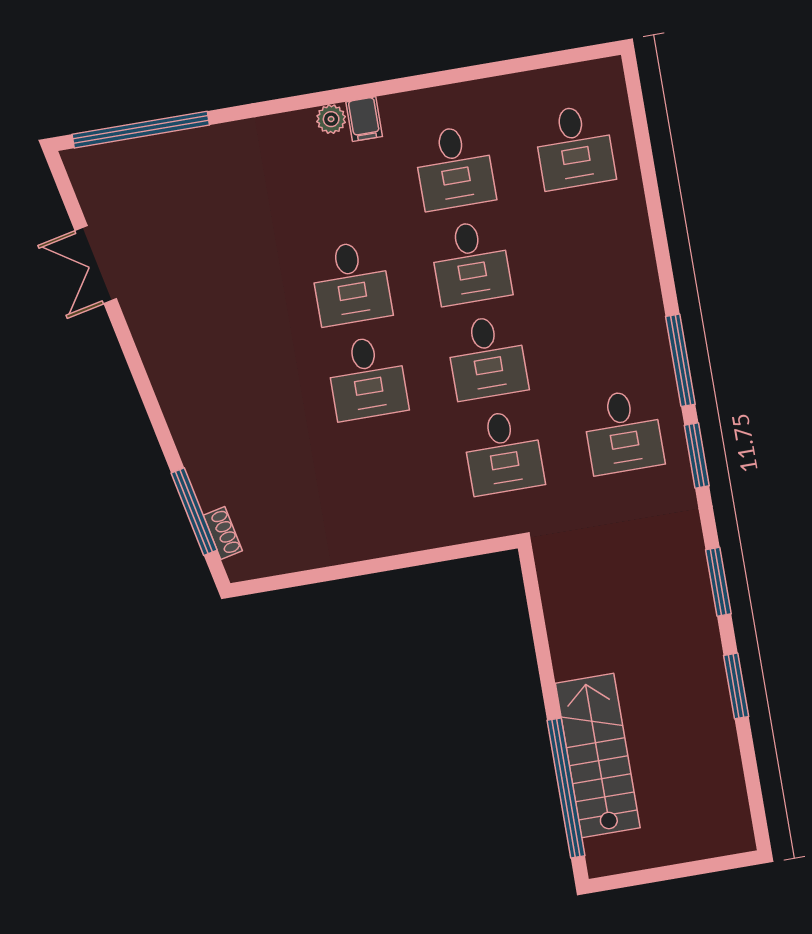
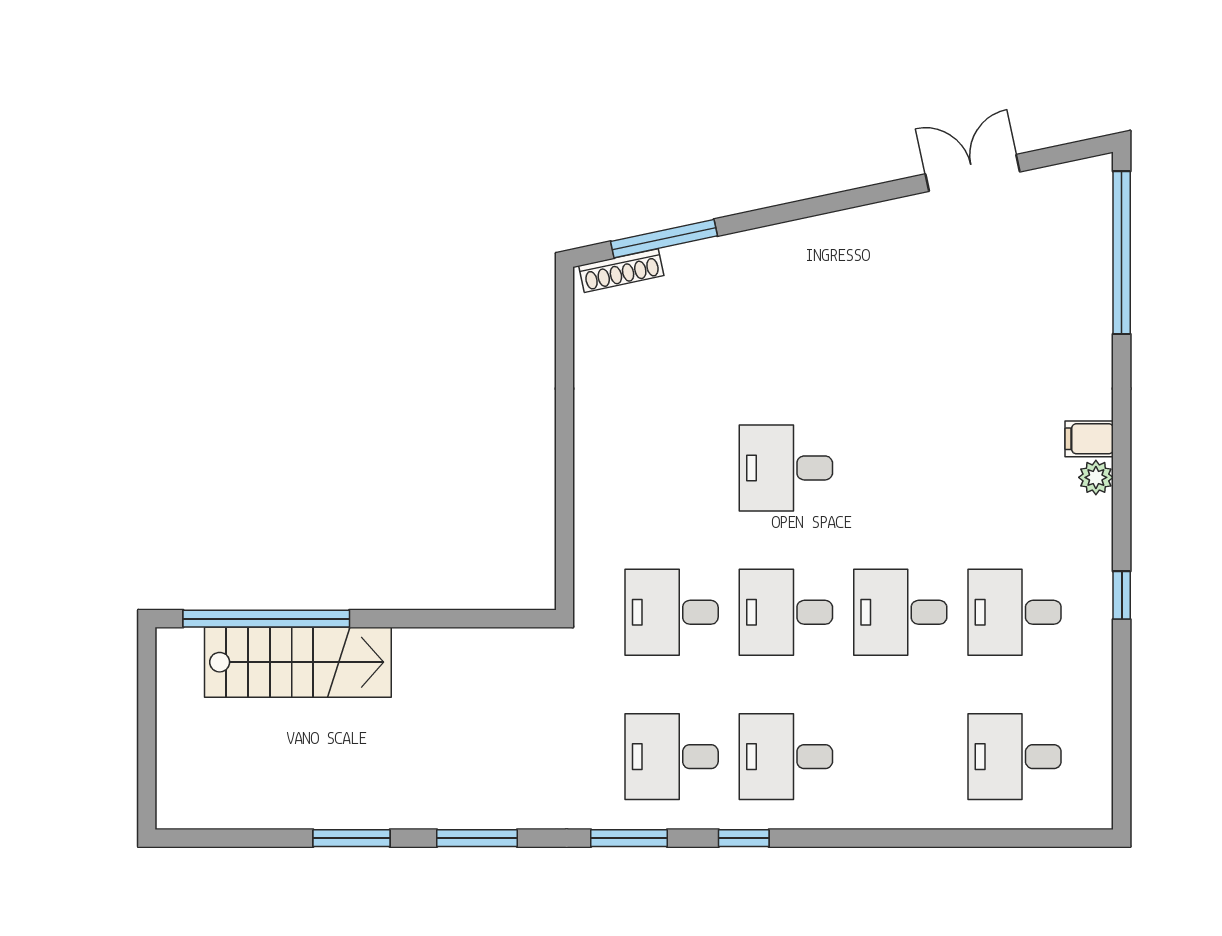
window: (425, 81) -> (1122, 595), added
filing cabinet: (364, 119) -> (1089, 439), moved
desk: (351, 283) -> (786, 757), moved
window: (680, 360) -> (744, 838), width x0.46
shoe rack: (223, 533) -> (621, 271), width x1.43

